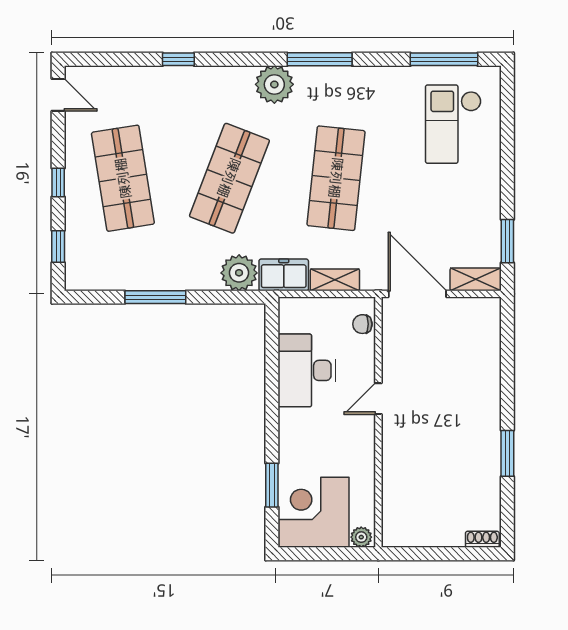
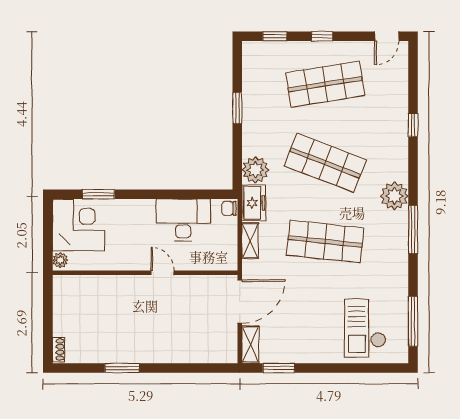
checkout: (453, 124) -> (365, 328), turned -90
window: (155, 297) -> (237, 108), width x0.69
chair: (362, 324) -> (229, 208), moved, turned -90

